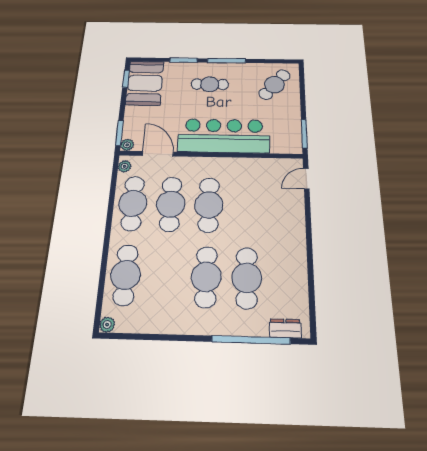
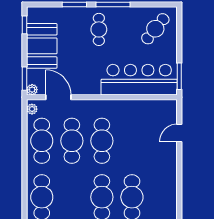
booth: (145, 83) -> (42, 46), moved
cafe table: (210, 84) -> (99, 29), turned 90
bar counter: (224, 136) -> (139, 80), moved
door: (306, 179) -> (179, 133), moved

